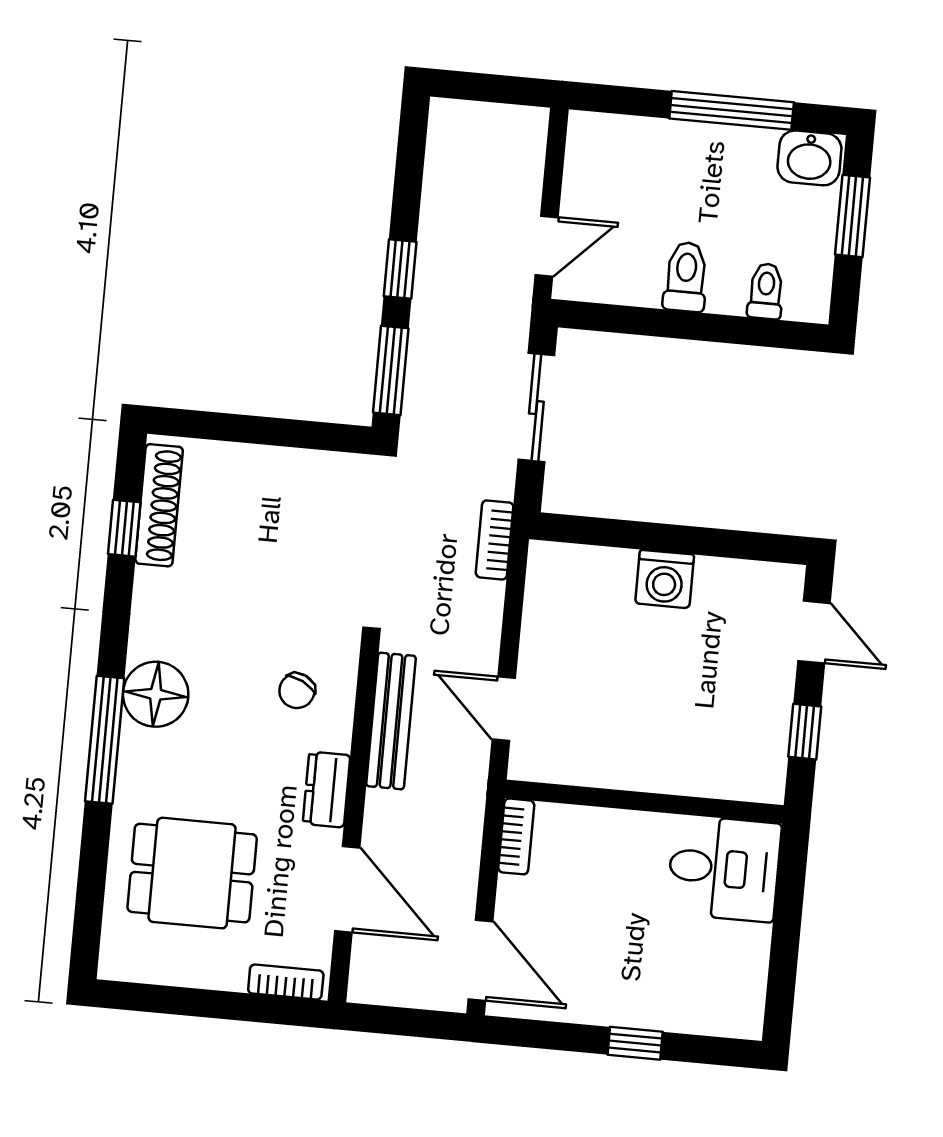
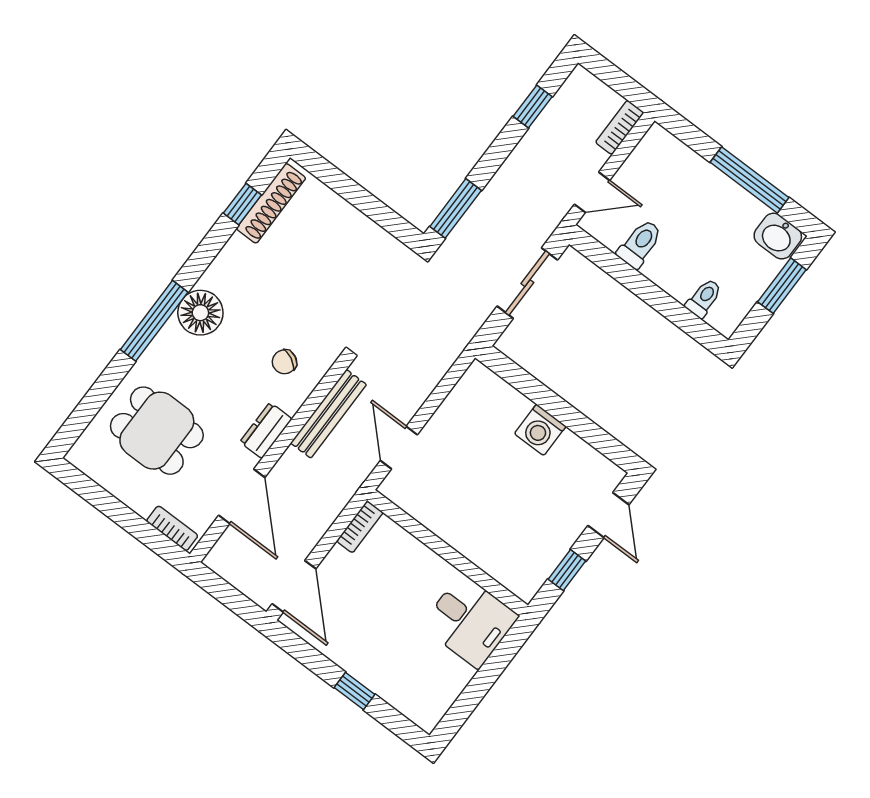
window: (400, 269) -> (533, 106), moved
toilet: (686, 277) -> (640, 244), moved
bookcase: (495, 540) -> (620, 127), moved

